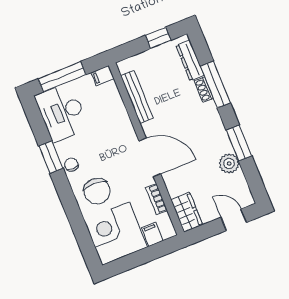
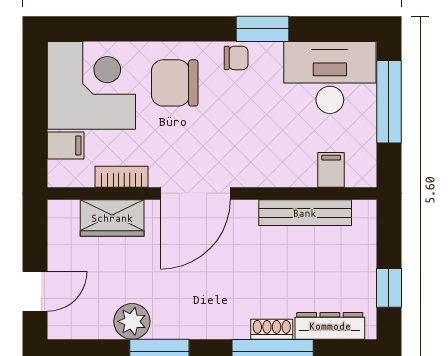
filing cabinet: (103, 76) -> (331, 170), moved
wardrobe: (187, 212) -> (112, 218), moved

